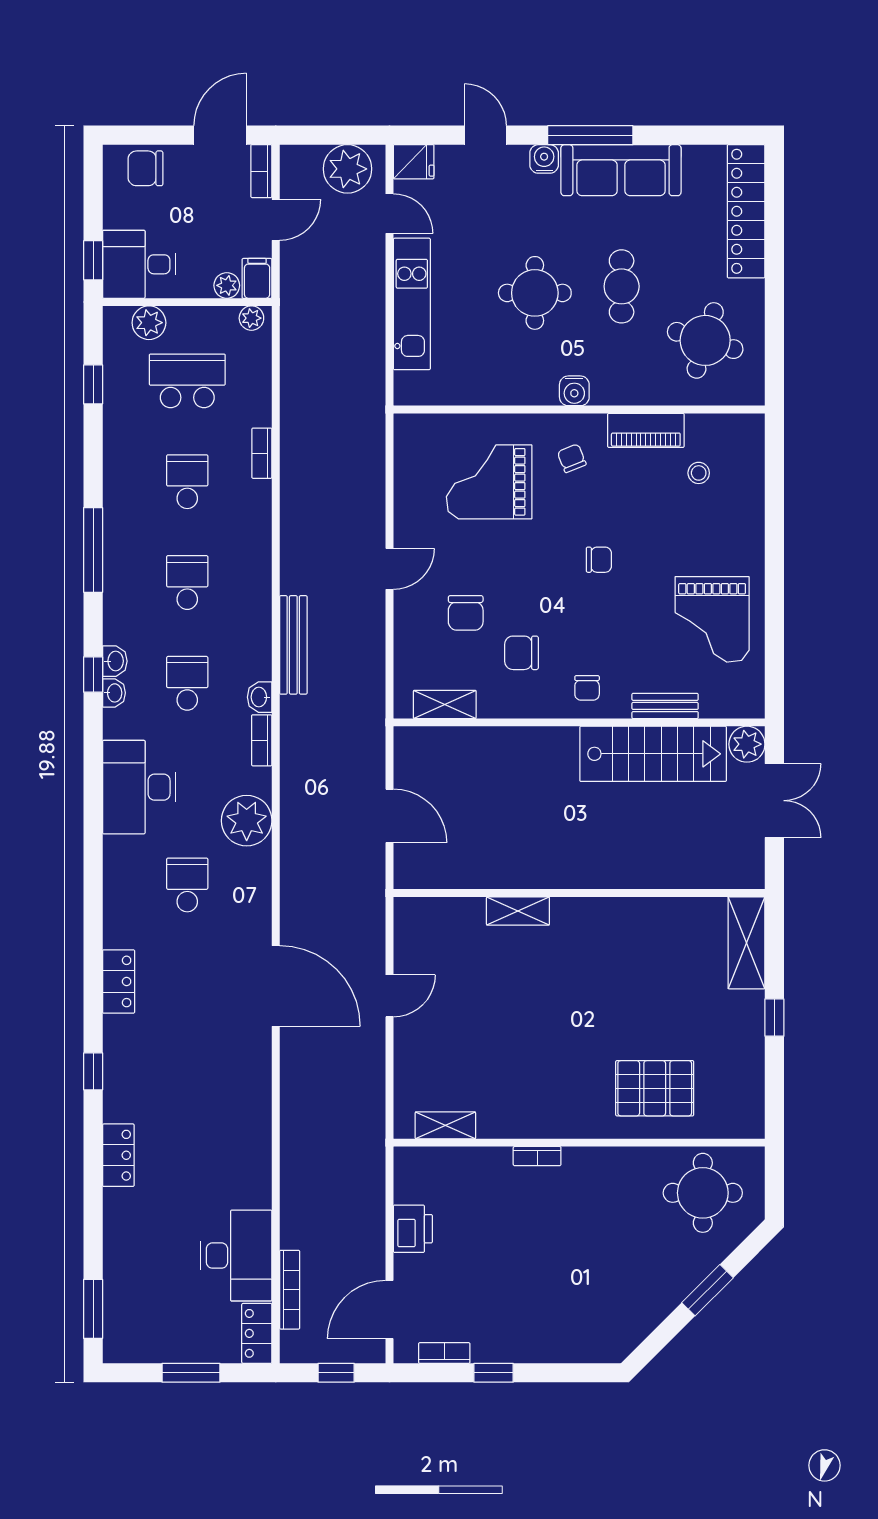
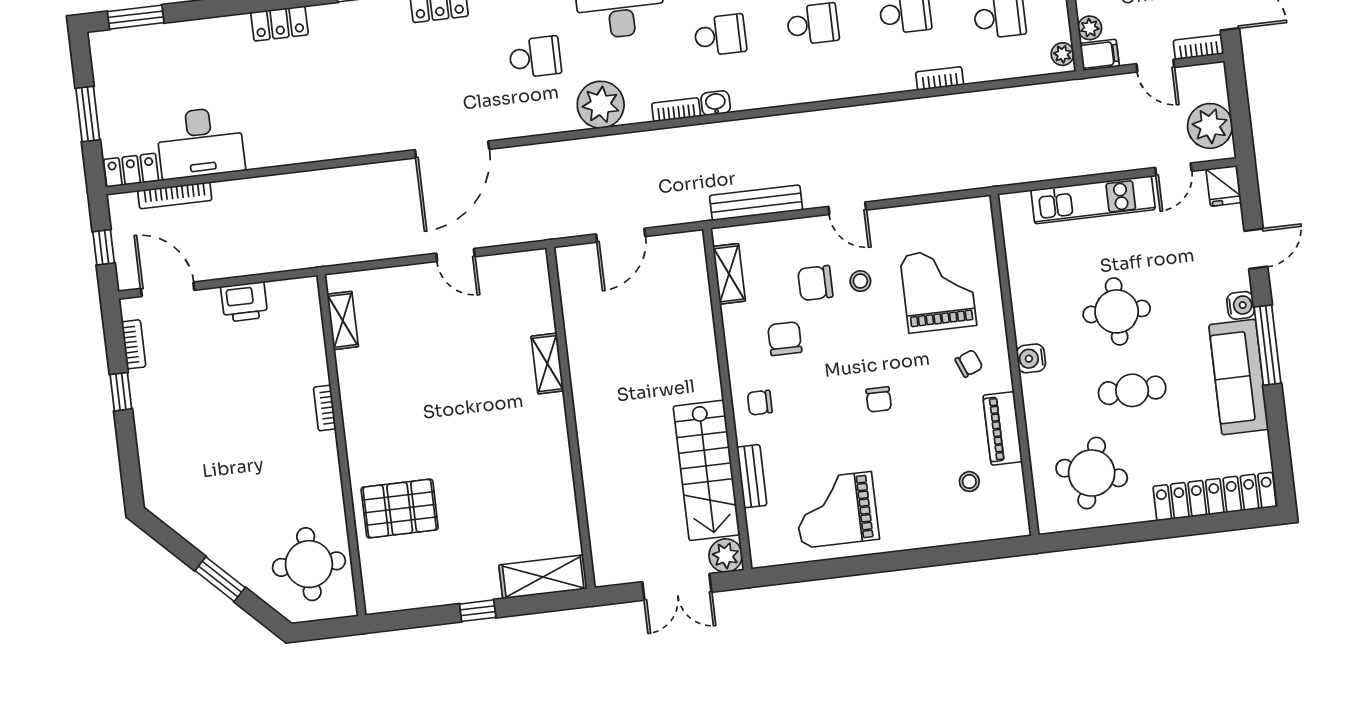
stool: (469, 564) -> (860, 281), added
bench: (293, 645) -> (756, 203), moved
pallet: (655, 1088) -> (400, 509), turned 90

